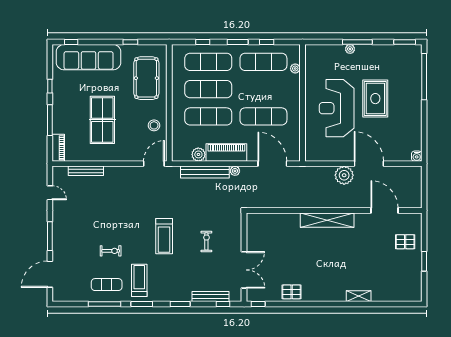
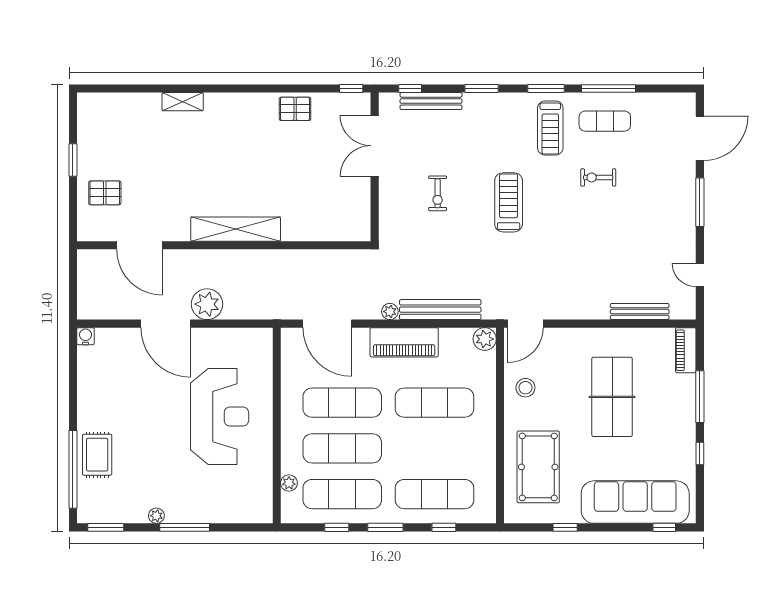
plant: (350, 49) -> (156, 516), moved
exercise mat: (208, 89) -> (342, 448), moved
rug: (375, 99) -> (97, 455), moved, width x0.73, depth x0.70
plant: (198, 154) -> (485, 339), moved

